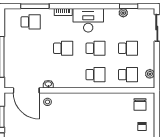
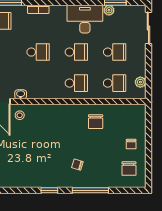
desk: (88, 20) -> (85, 19), moved
chair: (140, 104) -> (96, 122), moved

